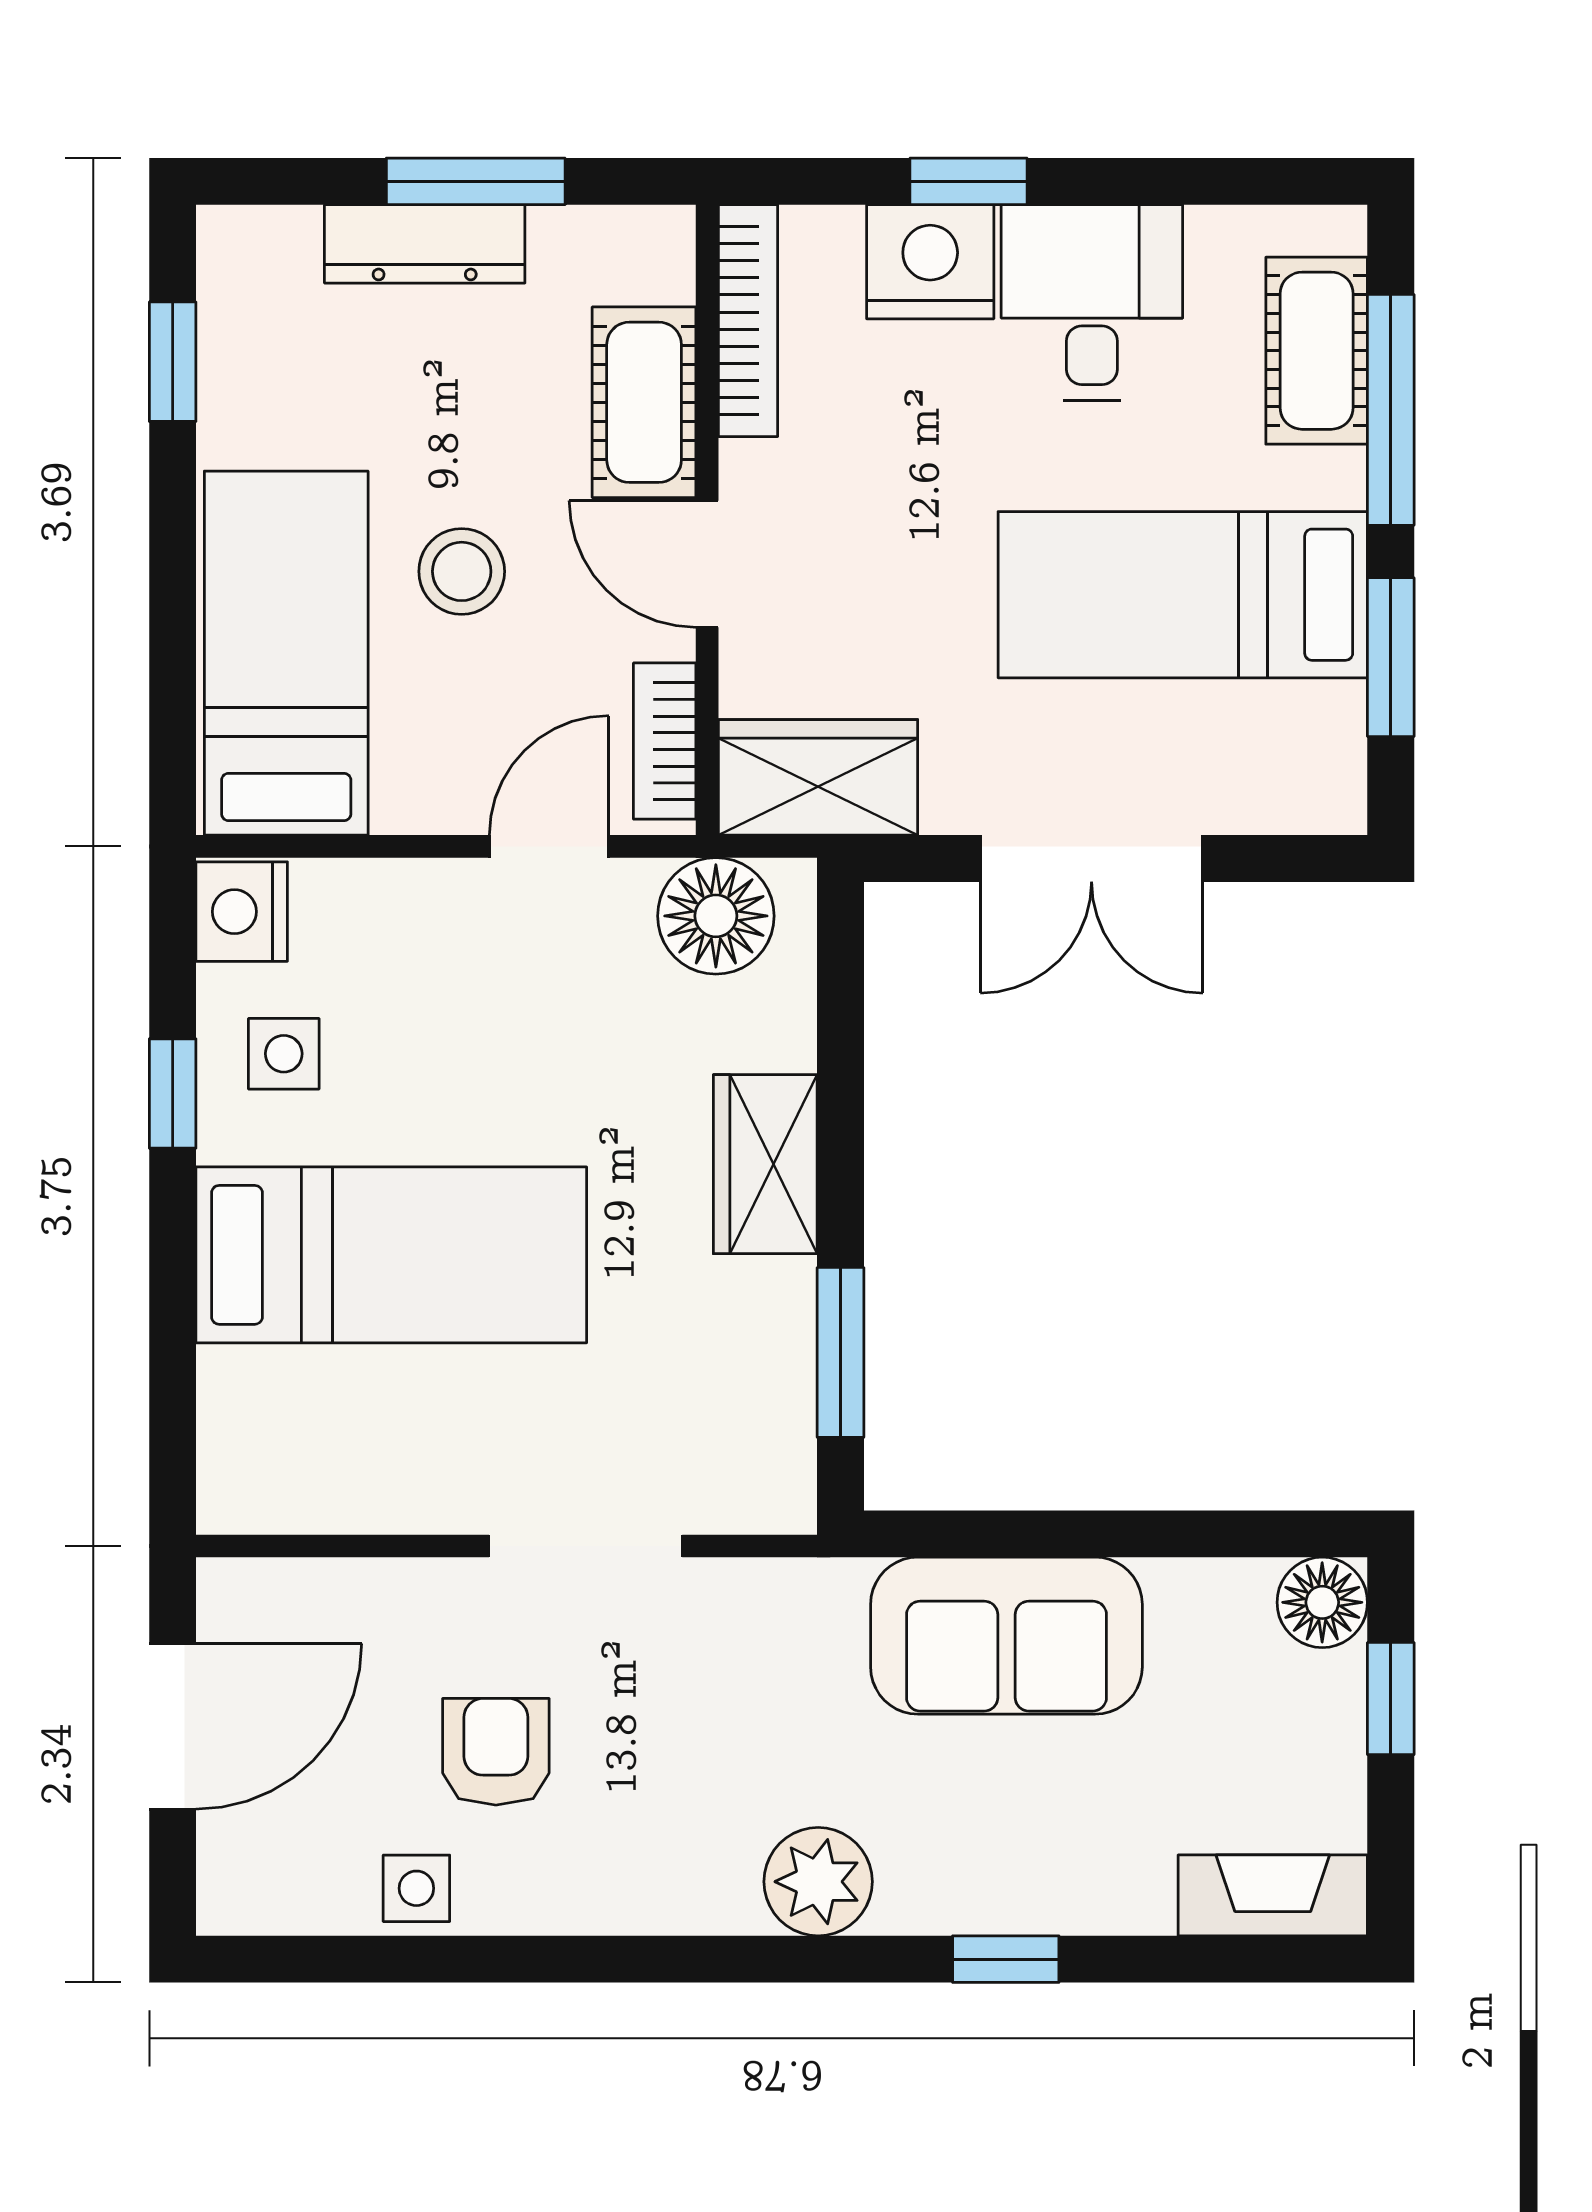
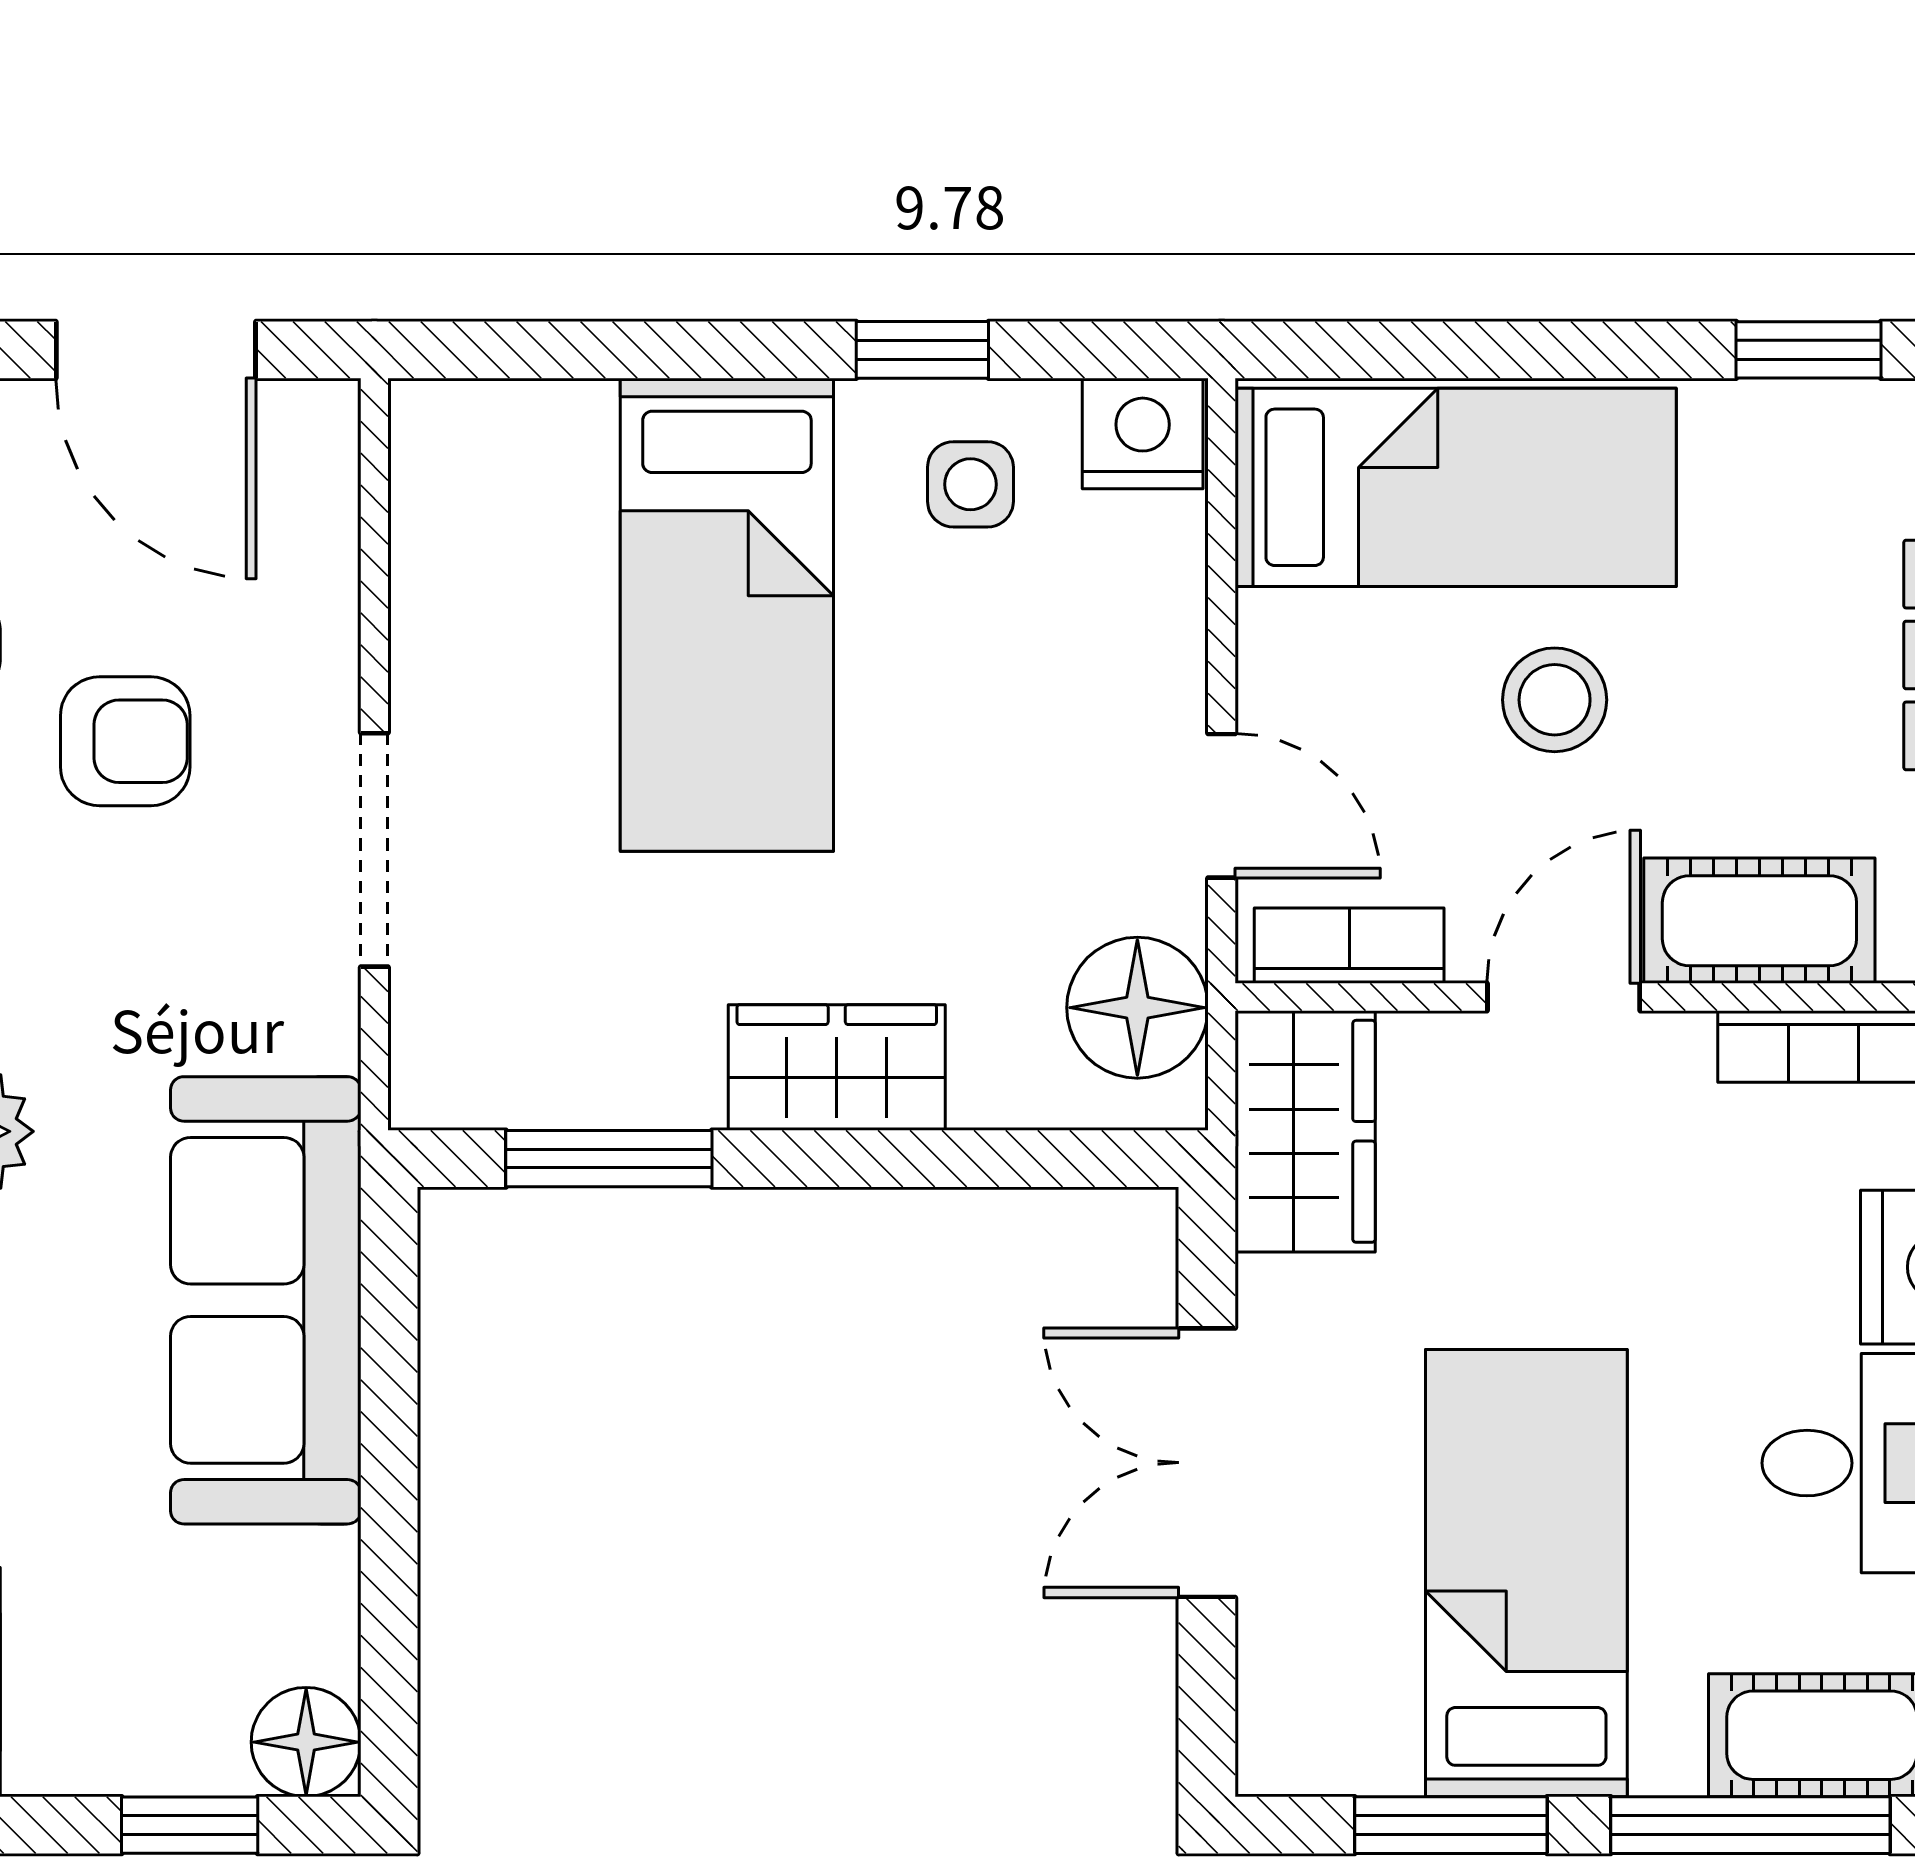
sofa: (1006, 1636) -> (266, 1300), width x1.36

